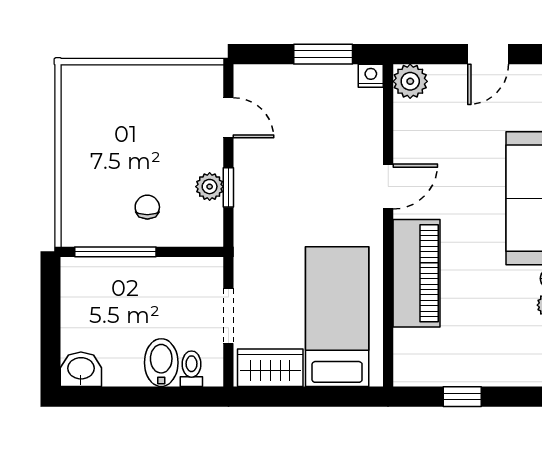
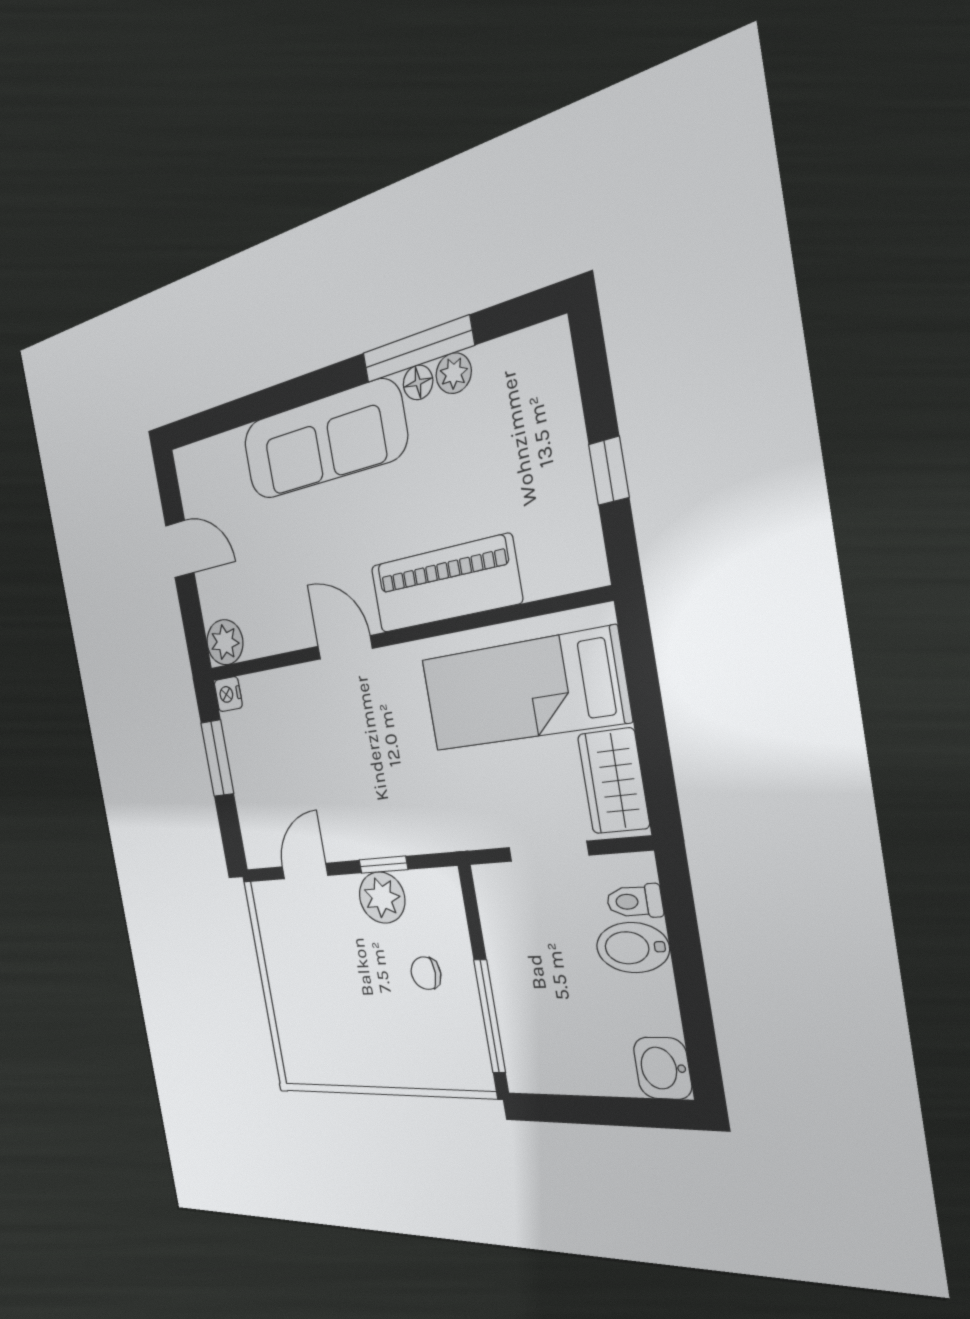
plant: (210, 187) -> (382, 898), width x1.38, depth x1.38

